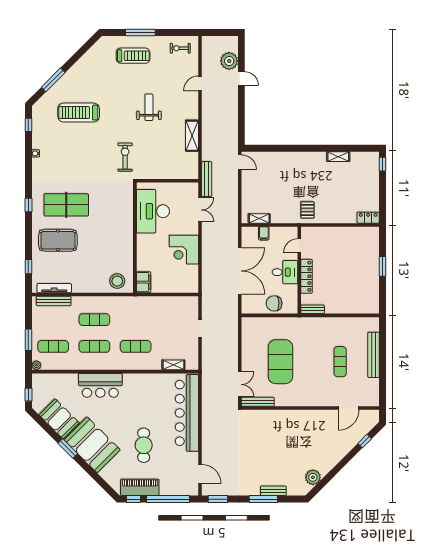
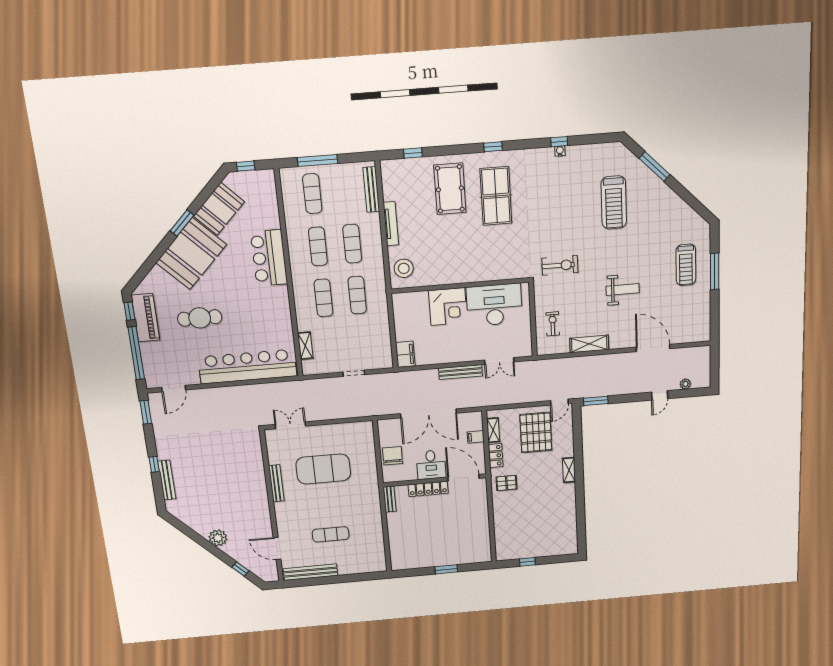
exercise bike: (180, 48) -> (553, 324), moved
plant: (229, 61) -> (685, 384), width x0.53, depth x0.53
door: (200, 83) -> (653, 348), width x1.88
treadmill: (79, 113) -> (614, 203), turned 180
window: (28, 125) -> (559, 142), moved
window: (241, 132) -> (596, 401), added
shelving: (338, 157) -> (569, 470), moved
window: (383, 164) -> (527, 562), moved
bench: (207, 179) -> (460, 372), moved
pallet: (265, 183) -> (536, 433), added
locker: (368, 218) -> (496, 456), moved
door: (299, 246) -> (463, 478), width x1.87
corner desk: (184, 250) -> (448, 307), moved, turned 180
filing cabinet: (144, 282) -> (405, 354), moved, turned -90
tv unit: (54, 288) -> (391, 224), moved
exercise mat: (136, 320) -> (357, 295), added
window: (28, 340) -> (318, 160), width x1.44
bench: (374, 355) -> (311, 572), moved
plant: (36, 365) -> (285, 174), removed
double door: (240, 384) -> (290, 425), swing flipped
bench: (258, 402) -> (276, 483), moved
plant: (313, 477) -> (218, 538), moved
bench: (273, 491) -> (167, 480), width x1.36
window: (263, 499) -> (154, 464), width x0.46

